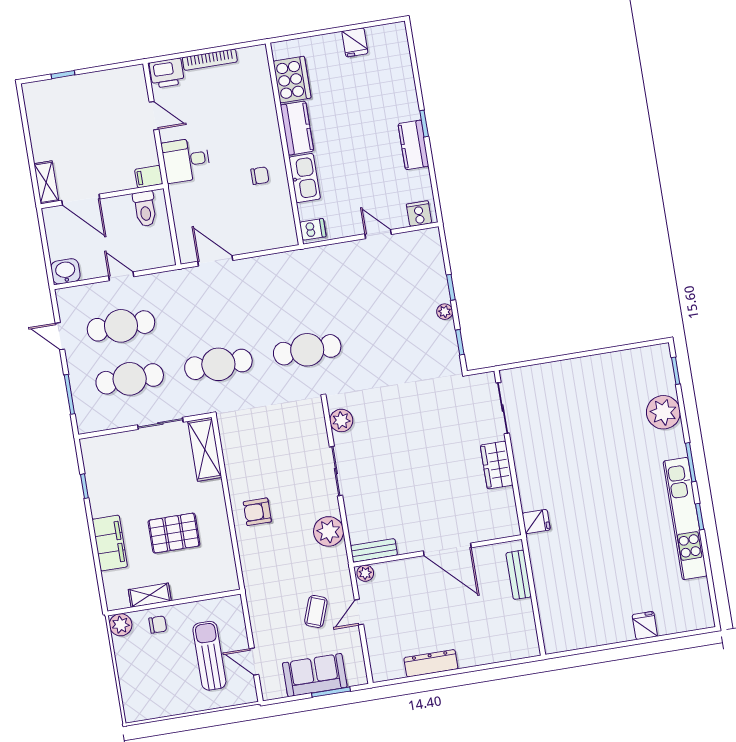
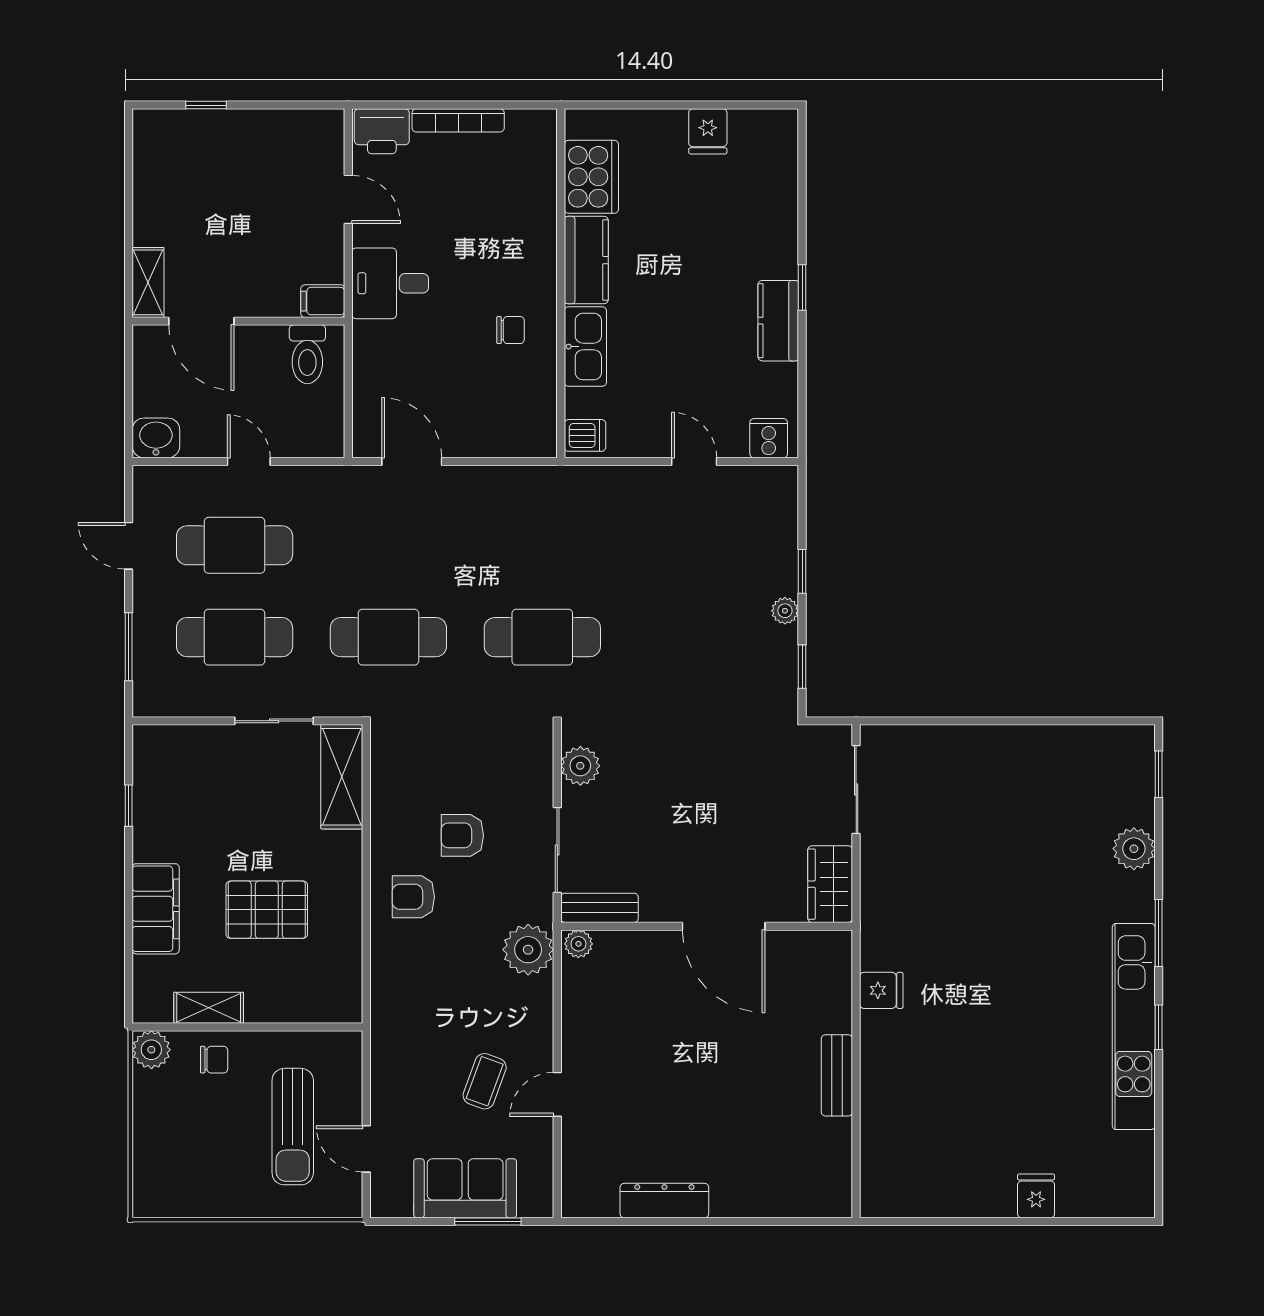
plant: (663, 412) -> (1134, 849), width x0.73, depth x0.73
armchair: (280, 472) -> (462, 835), added
door: (447, 549) -> (724, 926), moved
bench: (374, 550) -> (599, 908), moved
wall: (437, 551) -> (707, 926), moved
plant: (365, 573) -> (578, 944), moved
sun lounger: (209, 656) -> (293, 1127), turned 180

